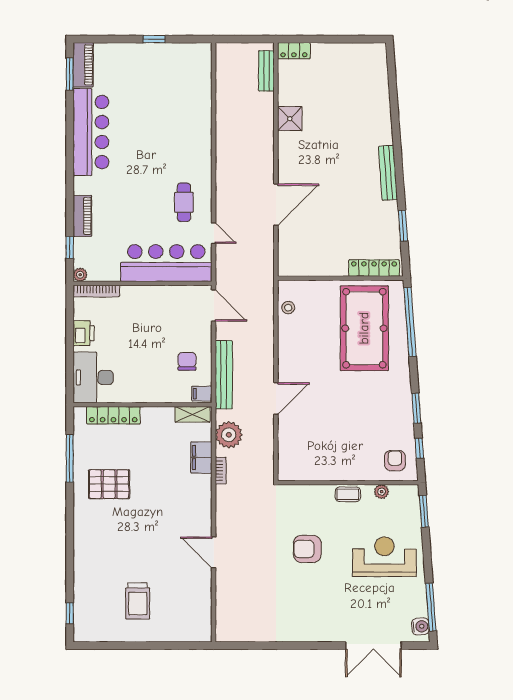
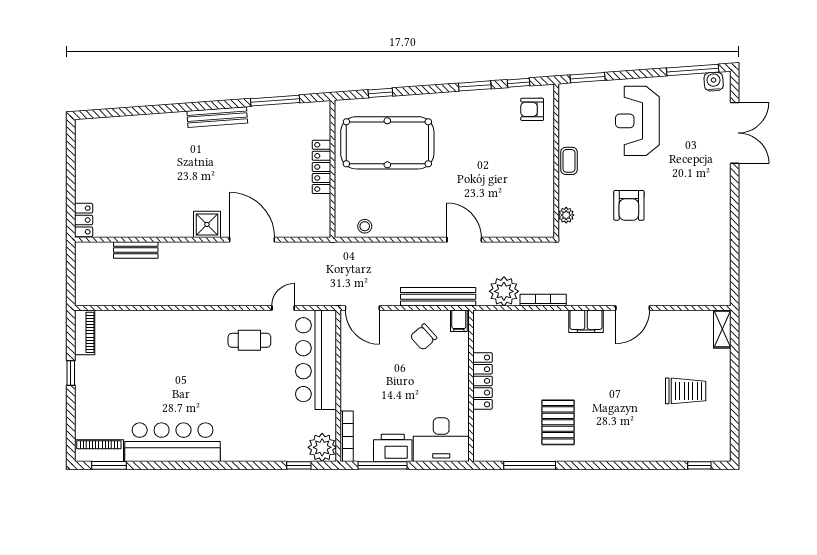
bench: (266, 71) -> (136, 250), moved
shower: (290, 119) -> (207, 224), moved
piano: (82, 216) -> (85, 332), moved, turned 90
window: (403, 226) -> (275, 101), width x1.44
locker: (374, 268) -> (321, 167), moved
plant: (80, 275) -> (322, 447), width x1.88, depth x1.88
door: (214, 305) -> (362, 308), swing flipped
window: (410, 322) -> (380, 93), width x0.32
window: (70, 324) -> (382, 465), added
printer: (84, 333) -> (393, 448), width x1.37, depth x1.19
chair: (187, 361) -> (424, 337), turned -42
shelving: (192, 414) -> (722, 329), moved
locker: (113, 415) -> (483, 381), moved
filing cabinet: (201, 457) -> (586, 321), moved
bookcase: (221, 471) -> (543, 300), width x1.56
plant: (382, 492) -> (566, 215), moved

